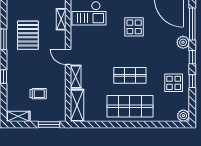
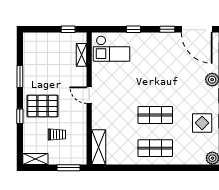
display table: (134, 27) -> (160, 63), removed
pallet: (28, 35) -> (43, 106), moved, turned 90
shelving: (76, 77) -> (97, 116), removed
shop shelf: (130, 106) -> (155, 148), width x0.70, depth x0.74

